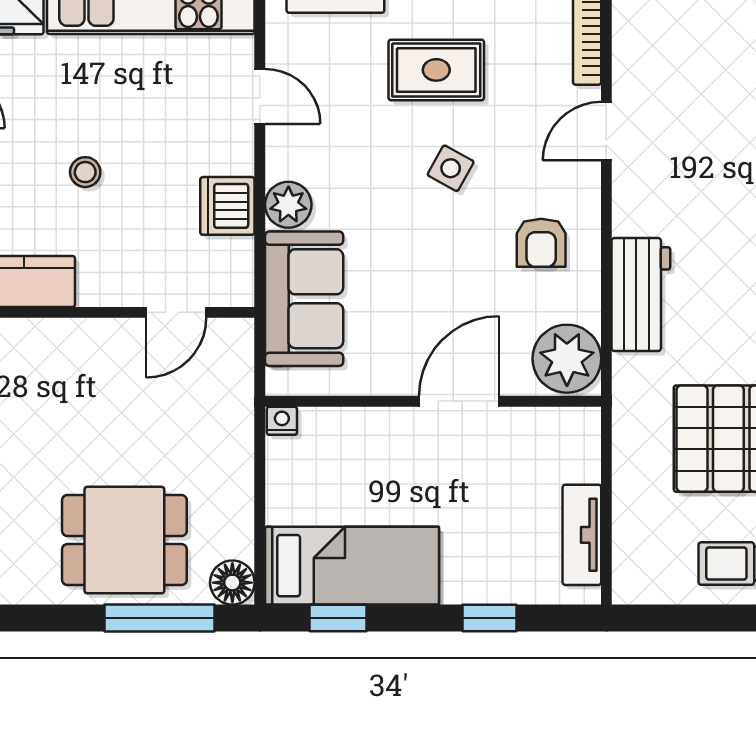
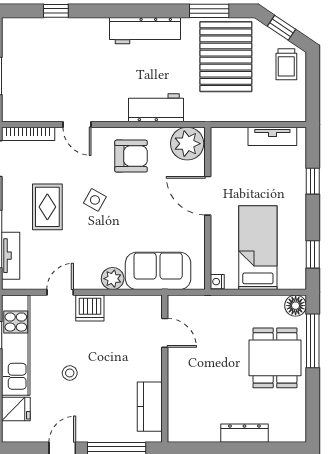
stool: (85, 172) -> (70, 373), moved
dishwasher: (227, 206) -> (90, 308), moved
armchair: (541, 243) -> (131, 156), width x1.38, depth x1.38
bed: (352, 566) -> (258, 248), moved

